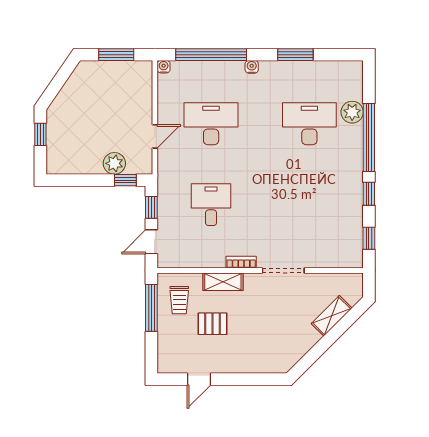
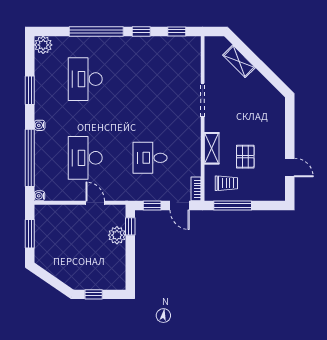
plant: (352, 112) -> (43, 45), moved
bookcase: (241, 262) -> (196, 189), moved

